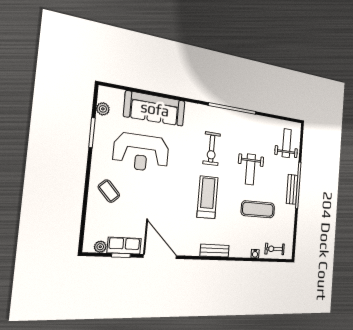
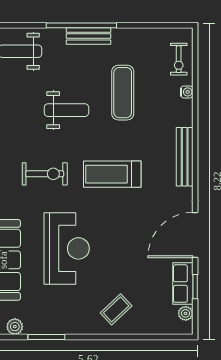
reception desk: (141, 153) -> (67, 248), moved
bench: (215, 251) -> (185, 157), width x1.36

